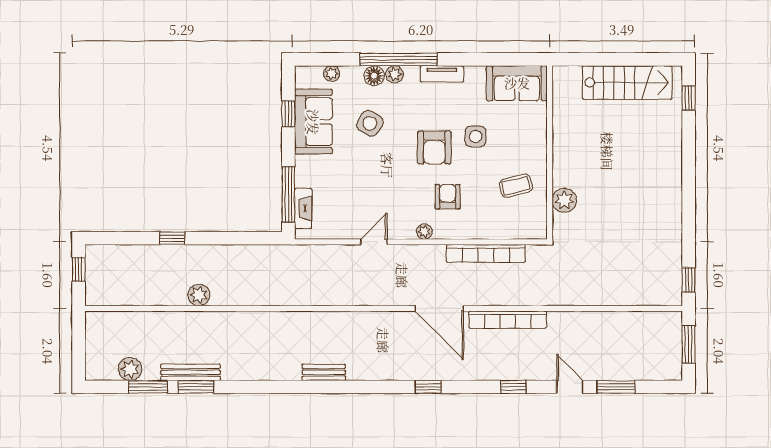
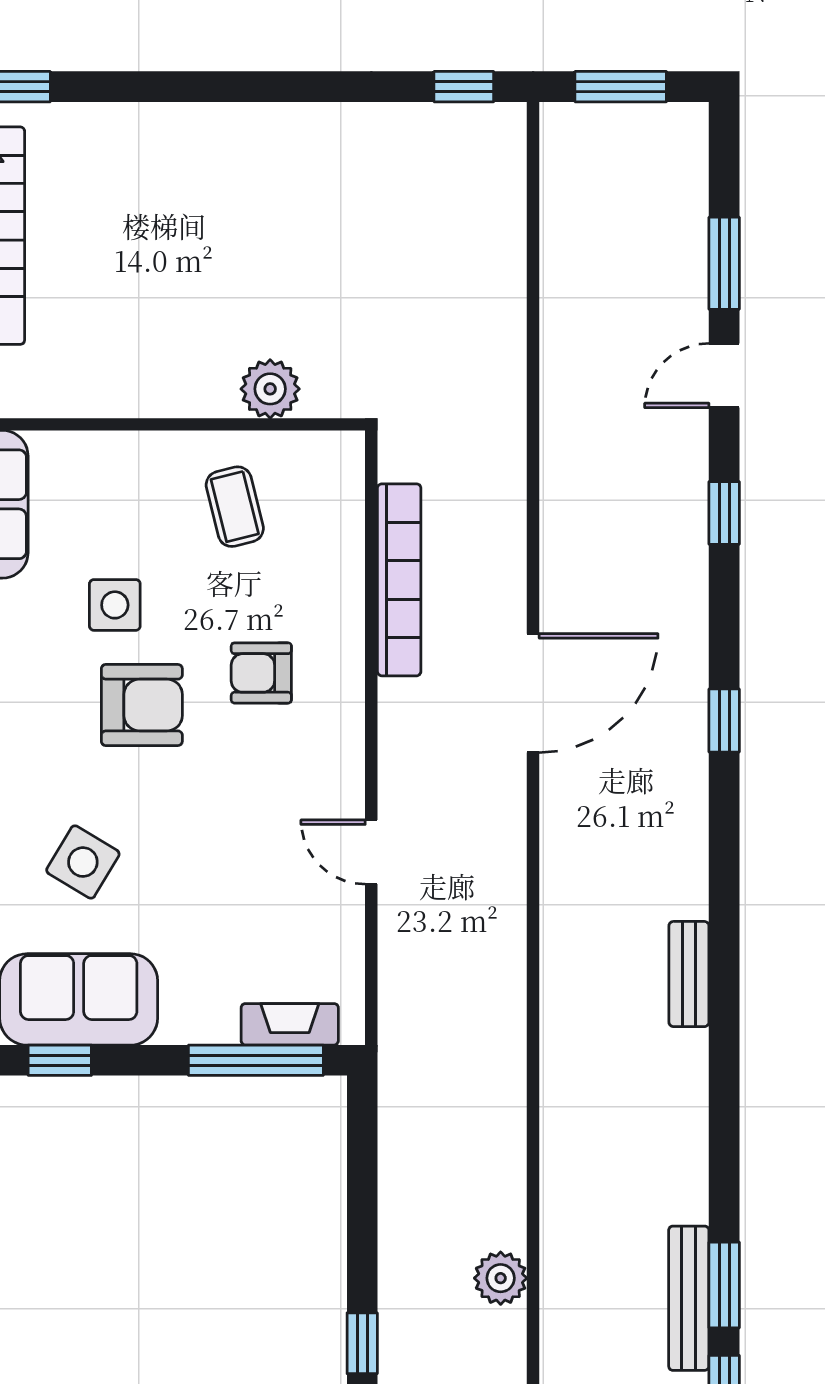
plant: (424, 232) -> (346, 729), removed
bookcase: (508, 320) -> (560, 527), removed

